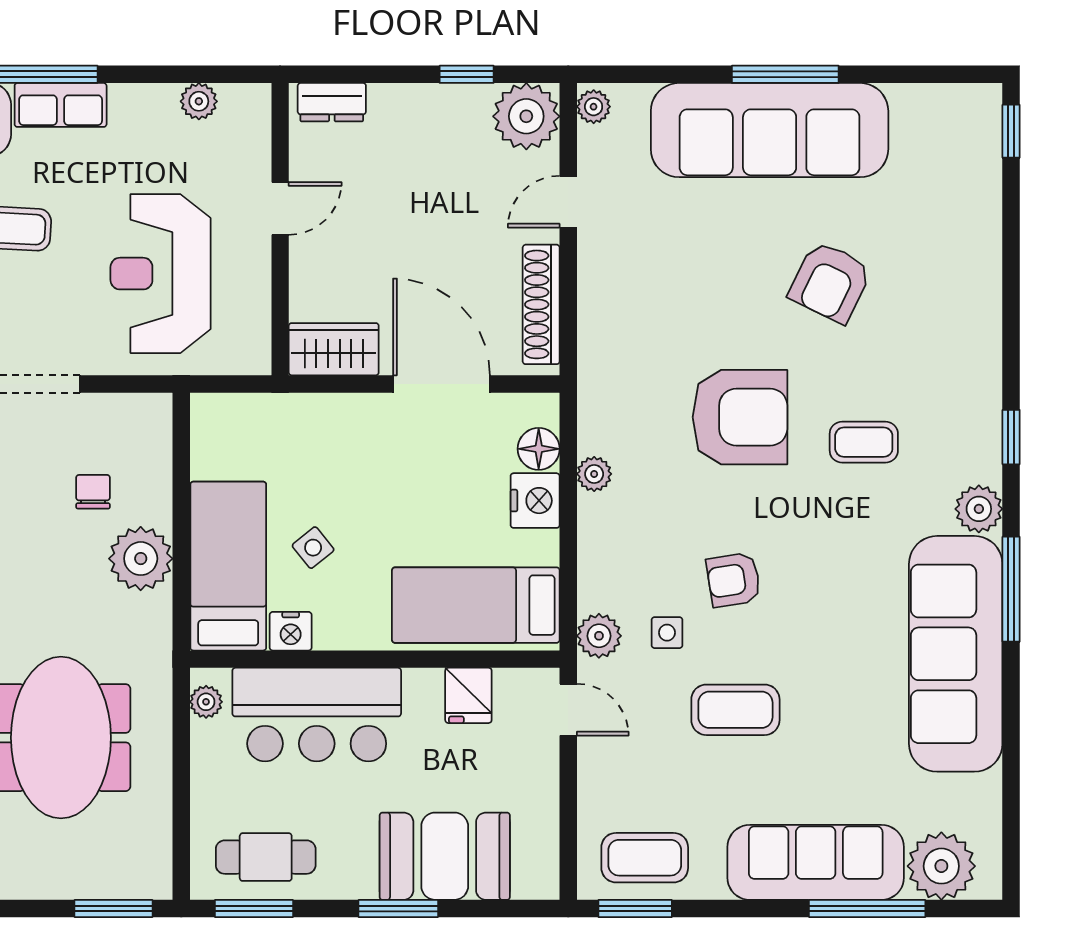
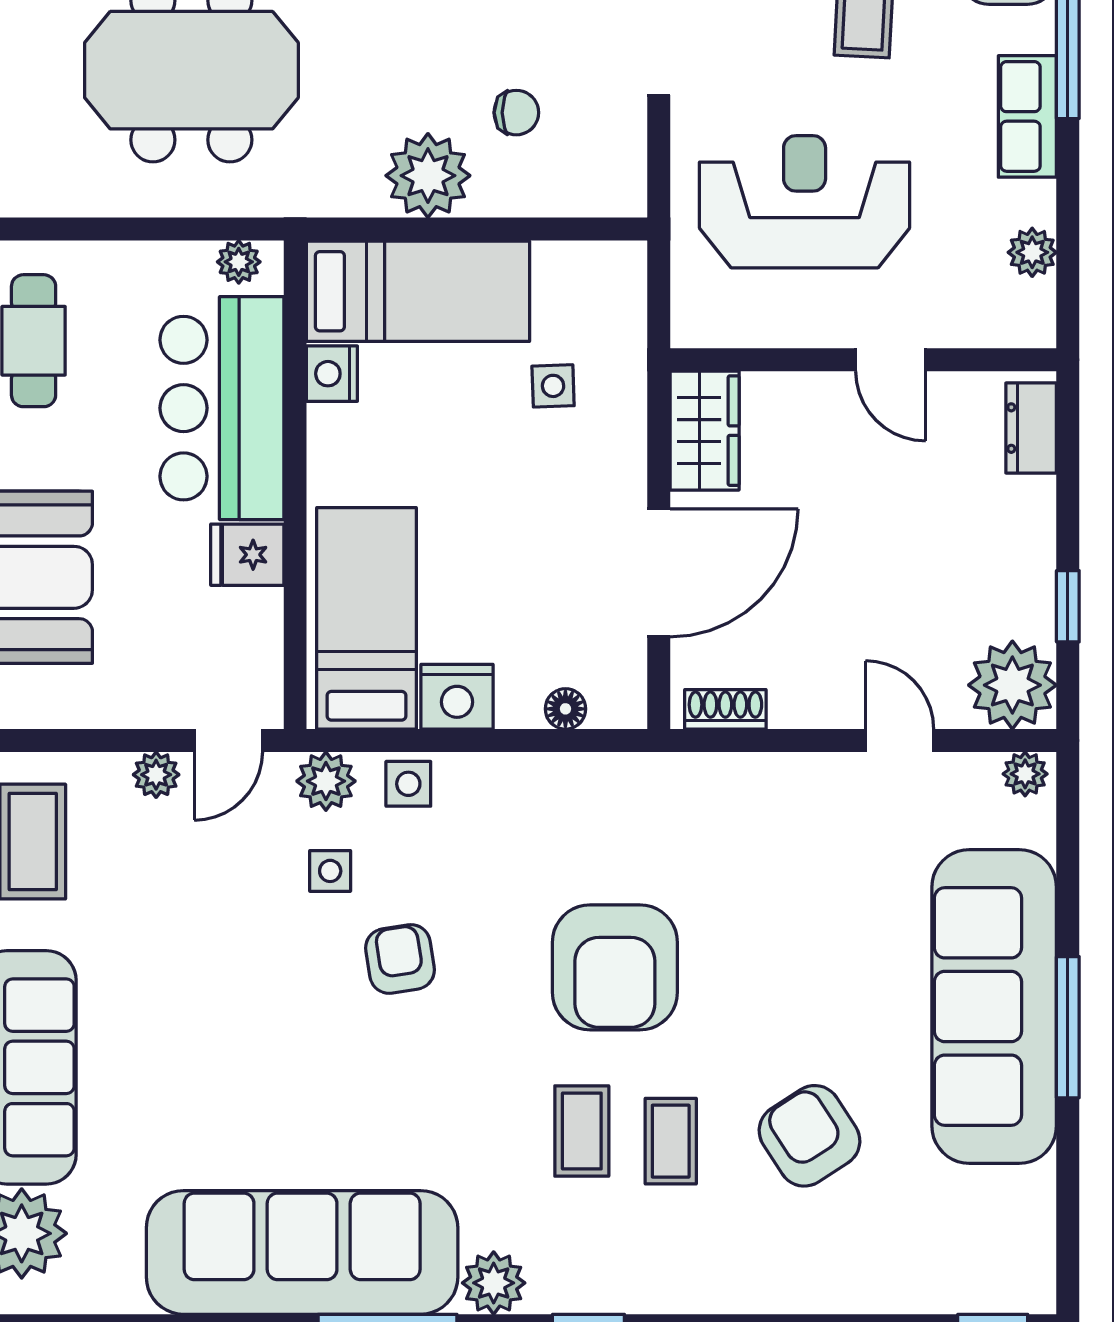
row of seats: (61, 105) -> (1027, 116), moved
armchair: (830, 282) -> (810, 1136), moved, turned 31
shoe rack: (541, 304) -> (725, 709), width x0.51, depth x0.81
floor lamp: (539, 449) -> (565, 709), width x0.73, depth x0.73
plant: (594, 474) -> (156, 775), moved
nightstand: (535, 501) -> (457, 697), moved
side table: (313, 548) -> (553, 386), moved, turned 37
side table: (601, 573) -> (408, 784), added
fridge: (468, 695) -> (247, 555), moved
coffee table: (735, 710) -> (671, 1141), moved, width x0.73, depth x0.77

